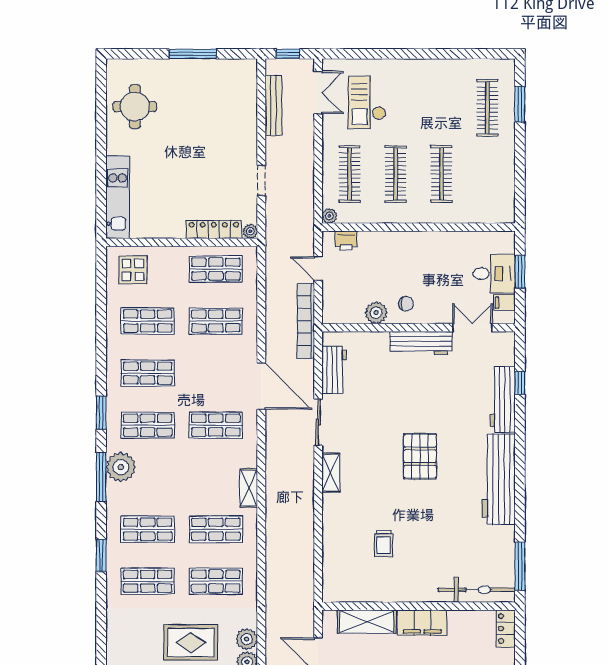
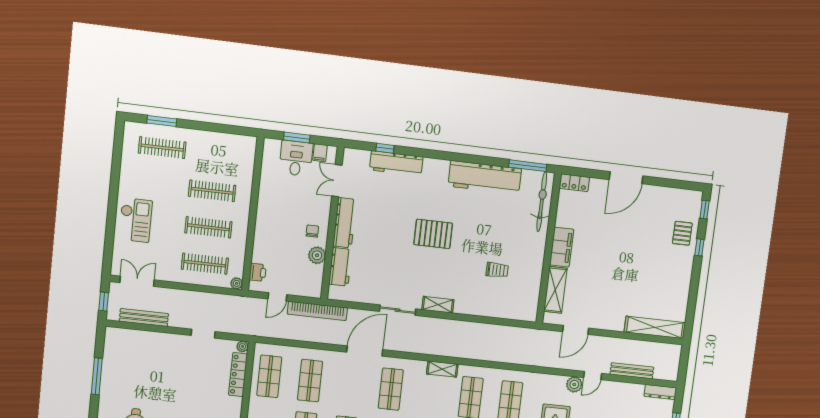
checkout: (367, 102) -> (136, 220), moved, turned -90
workbench: (334, 370) -> (340, 267), moved, turned 90
workbench: (499, 479) -> (485, 177), moved
plant: (247, 639) -> (557, 383), removed

